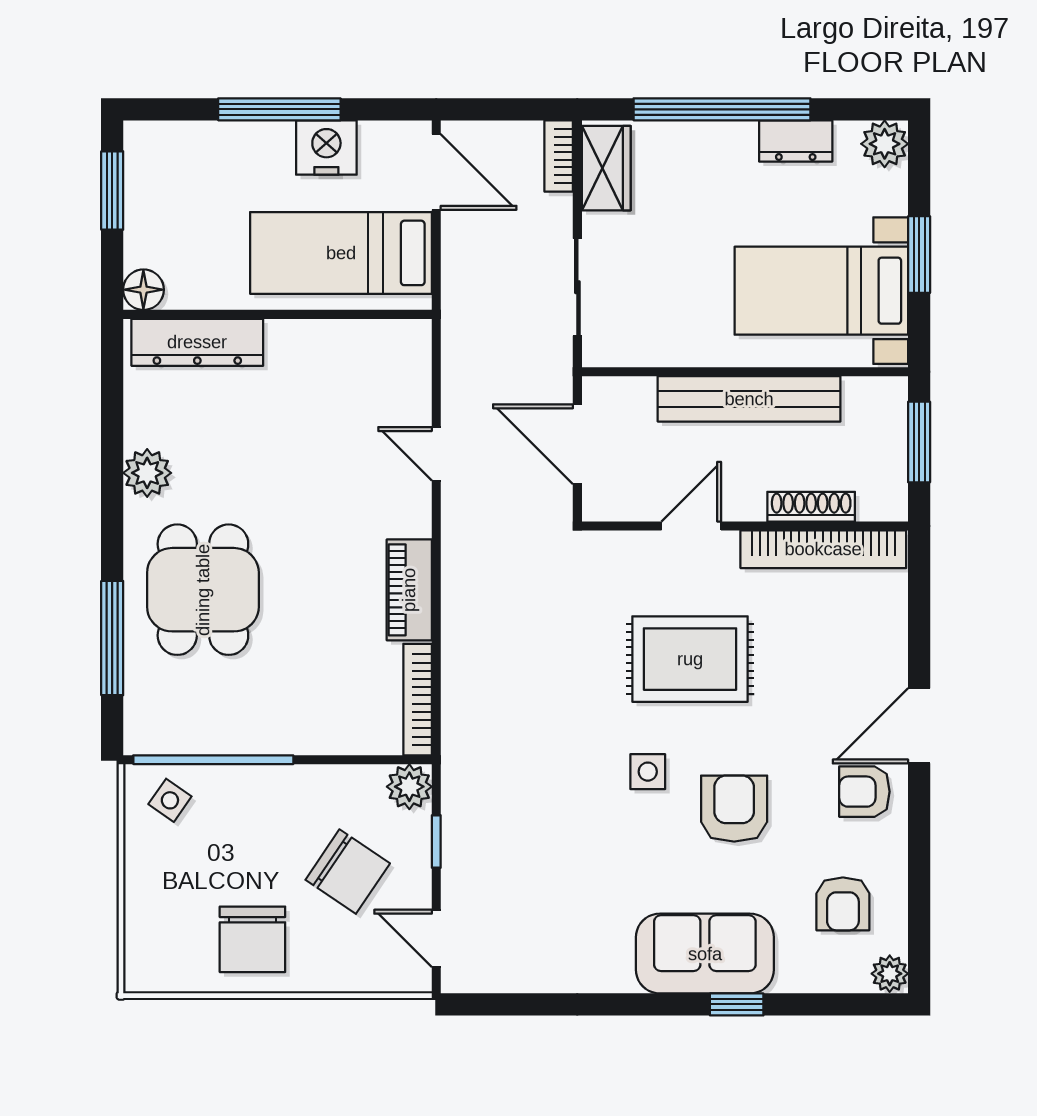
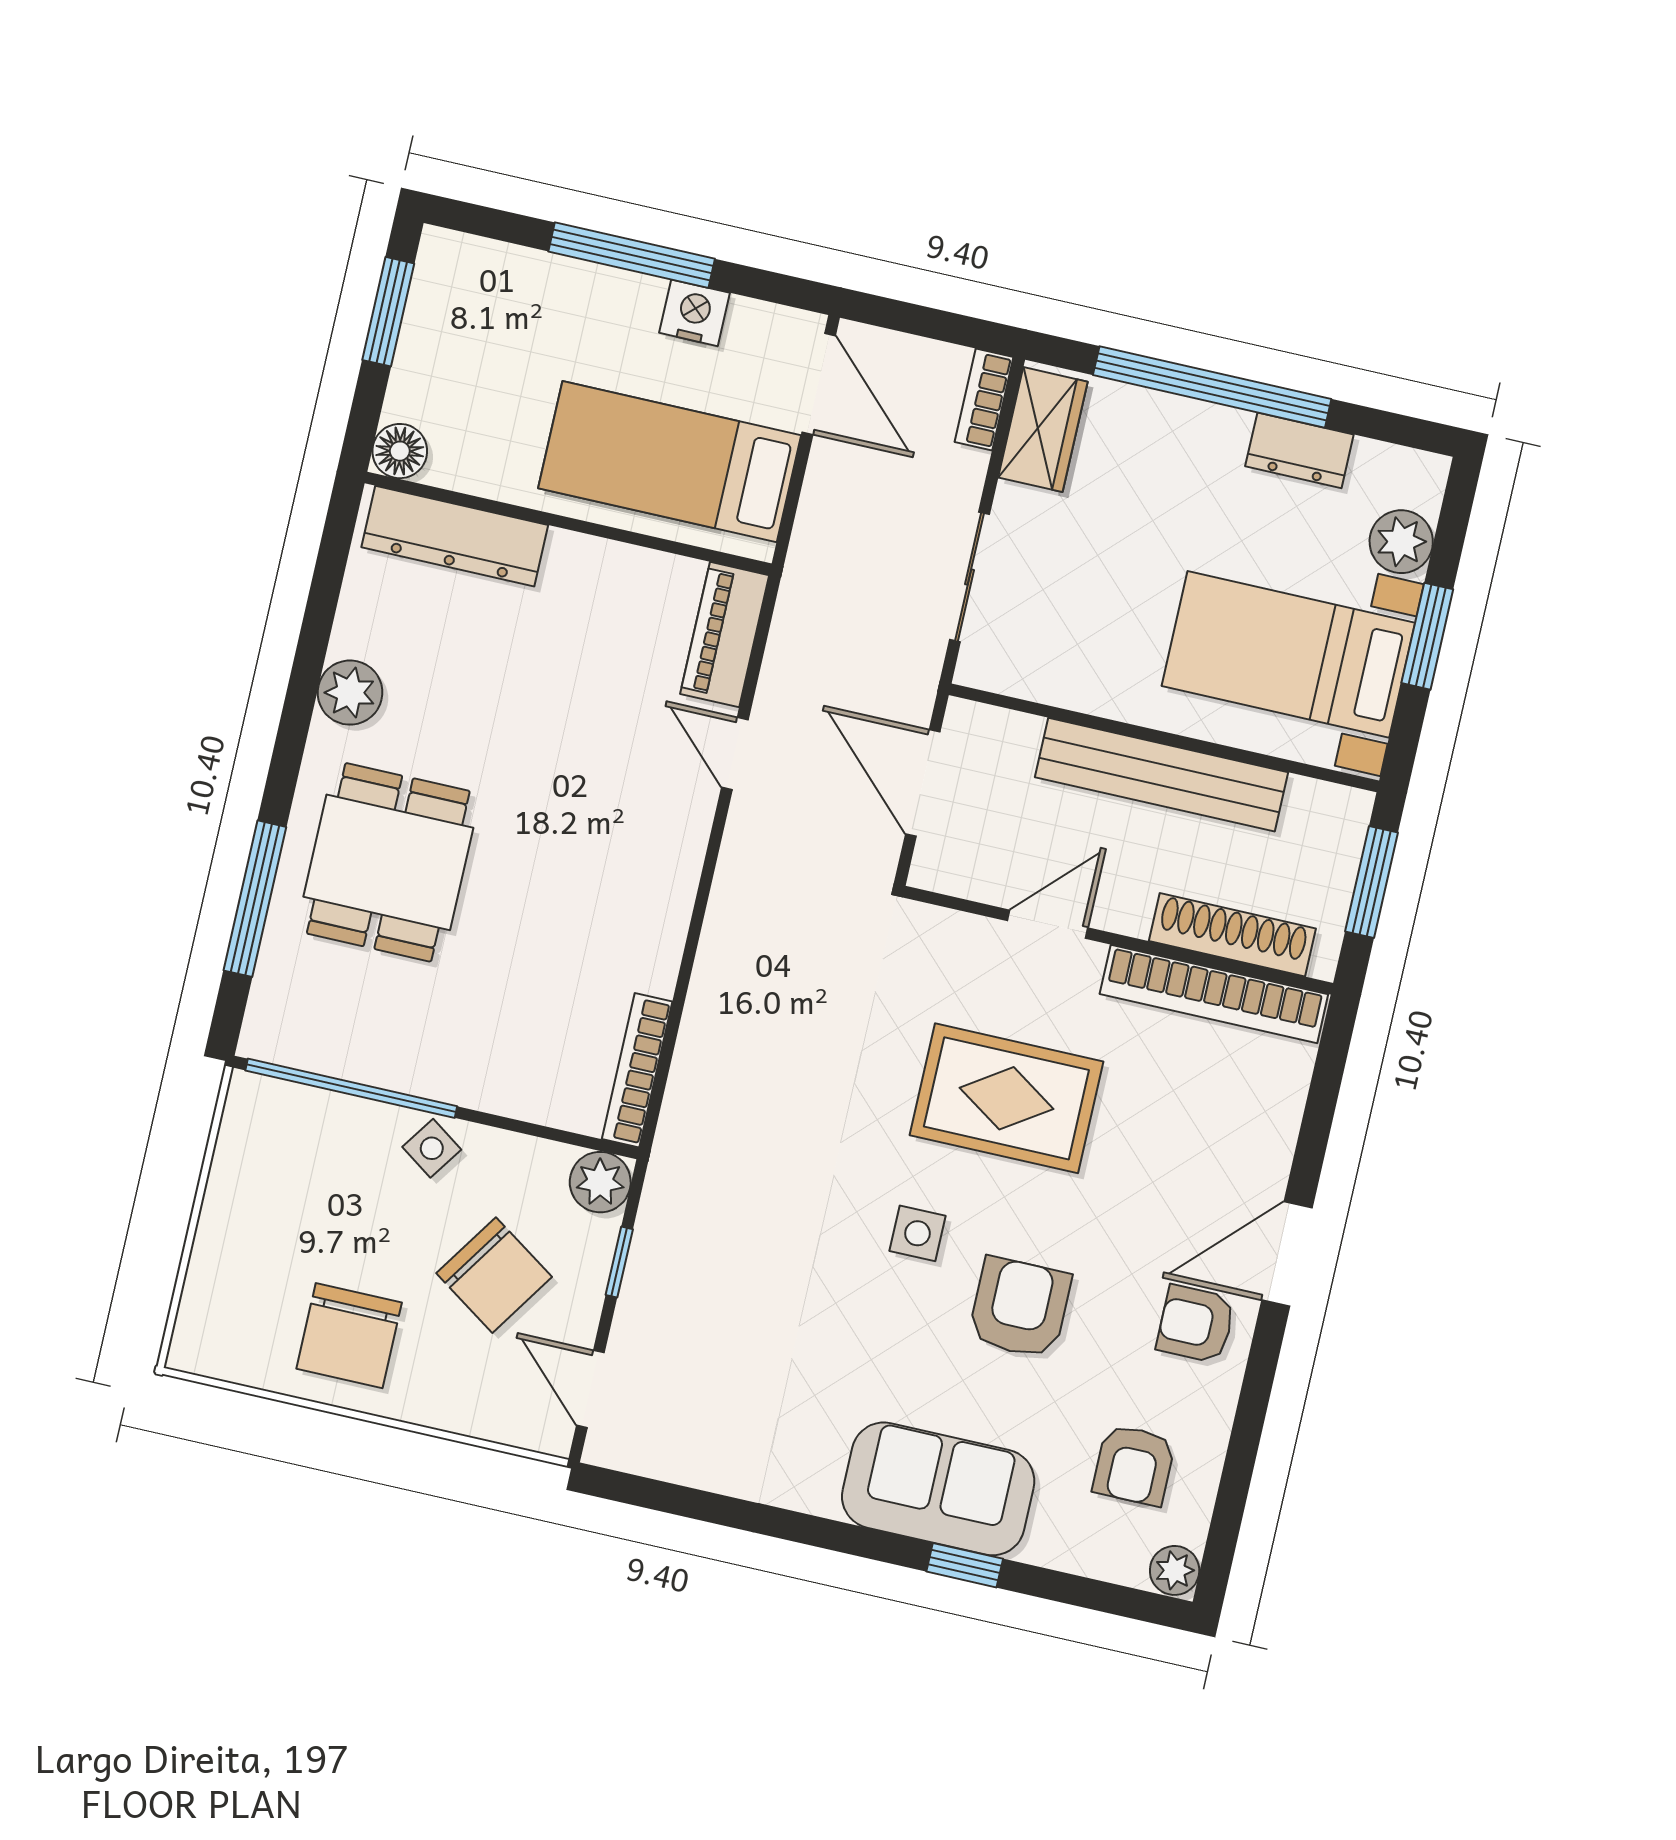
plant: (885, 144) -> (1401, 542), moved
nightstand: (326, 148) -> (694, 313), width x0.74, depth x0.75
shoe rack: (811, 507) -> (1232, 935), width x1.36, depth x1.24
piano: (409, 590) -> (725, 635), moved
side table: (170, 800) -> (432, 1148), moved

